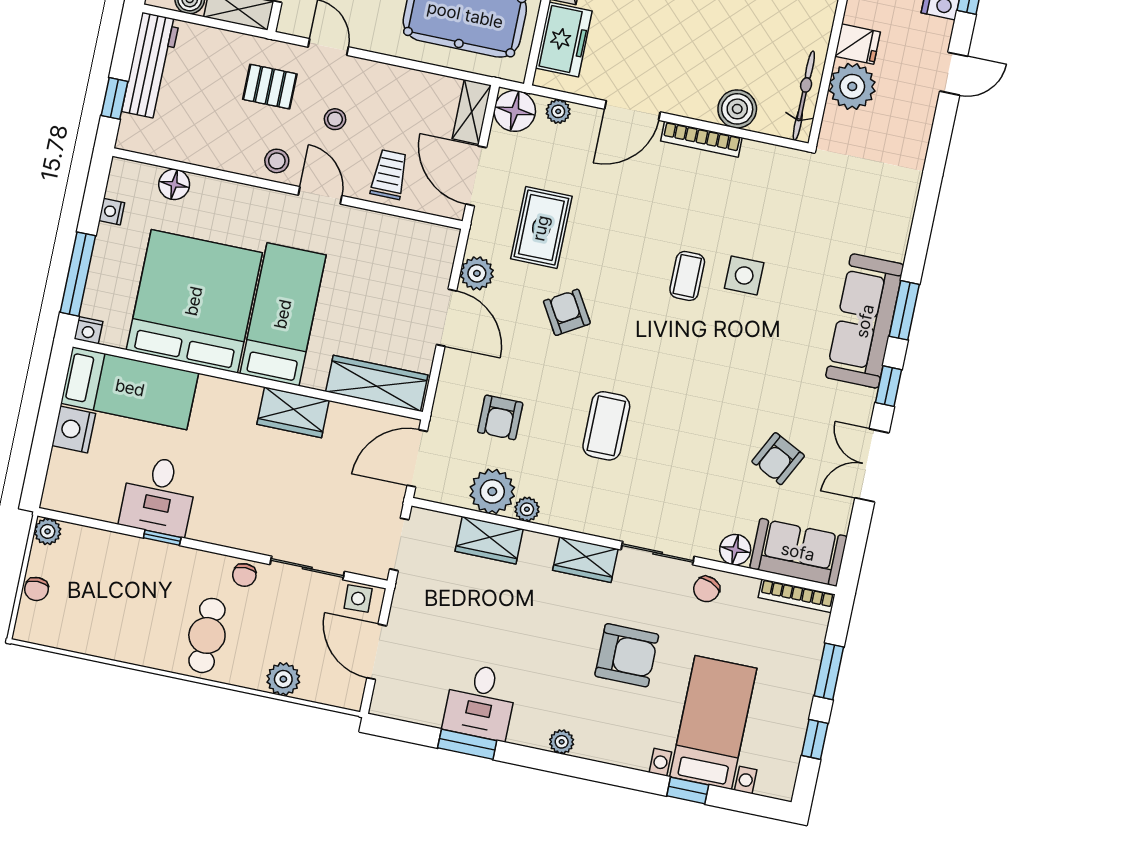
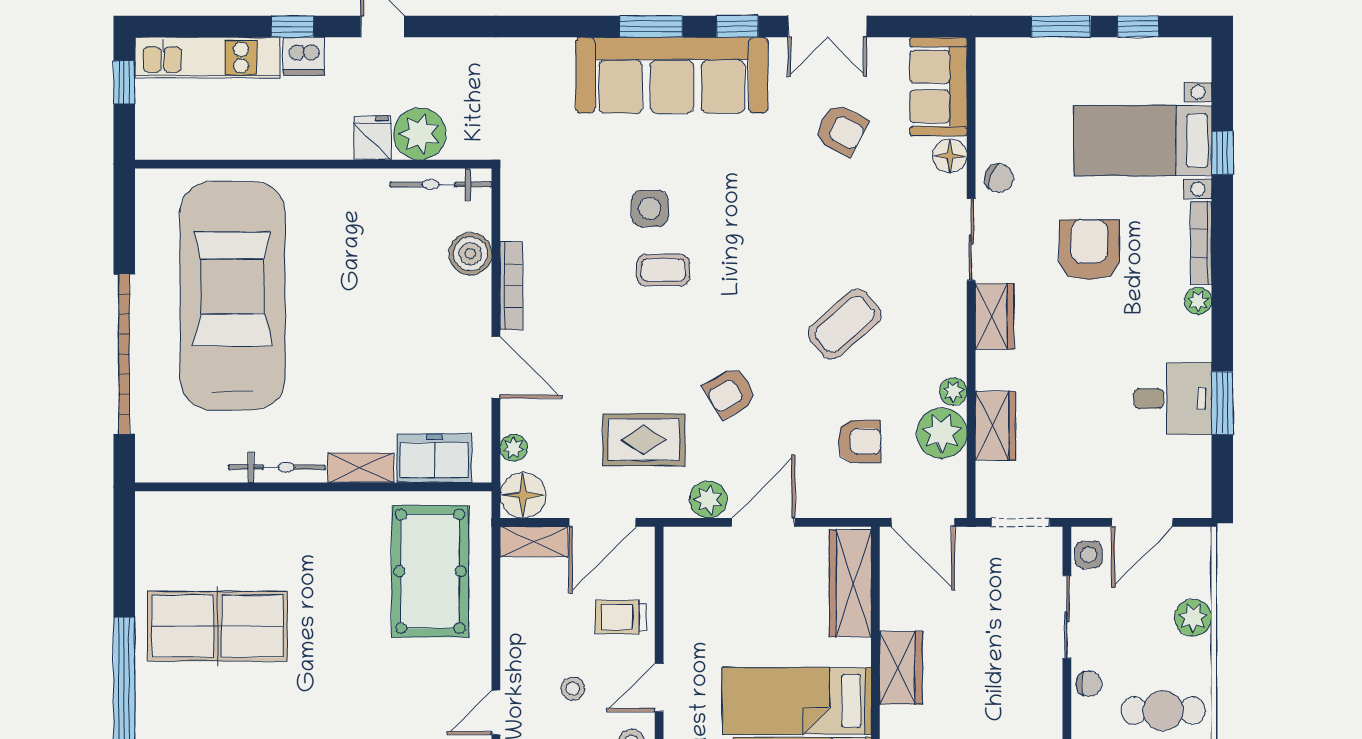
sofa: (865, 321) -> (672, 75), width x1.36, depth x1.27
coffee table: (606, 426) -> (845, 324), turned -41
bookcase: (797, 596) -> (1201, 243), moved, turned 180

